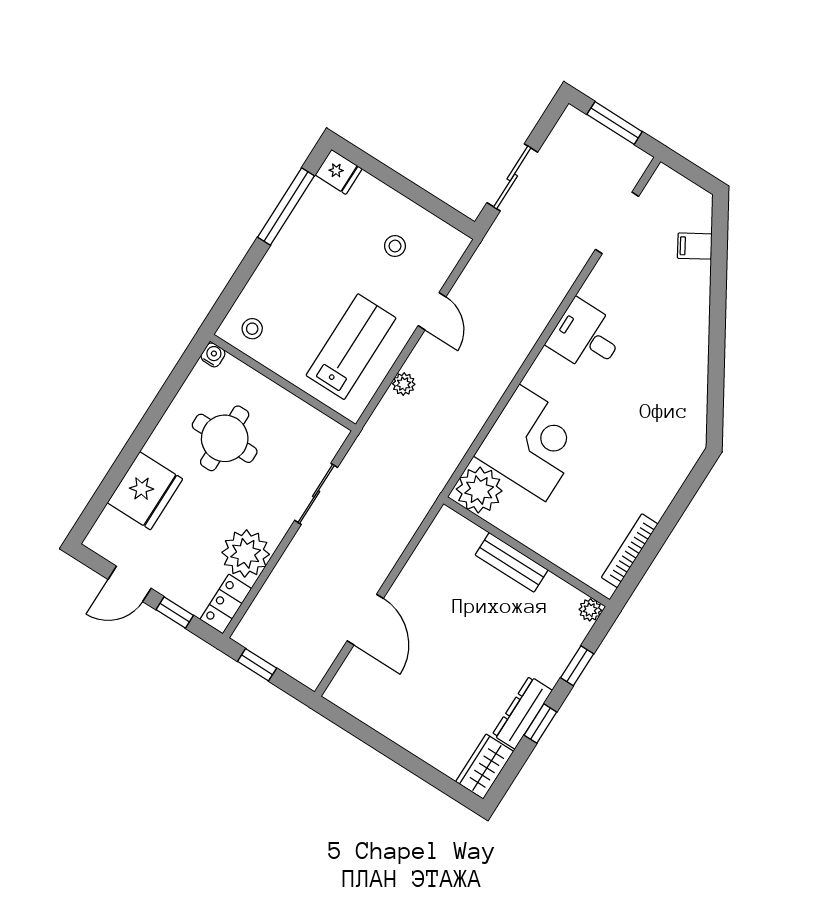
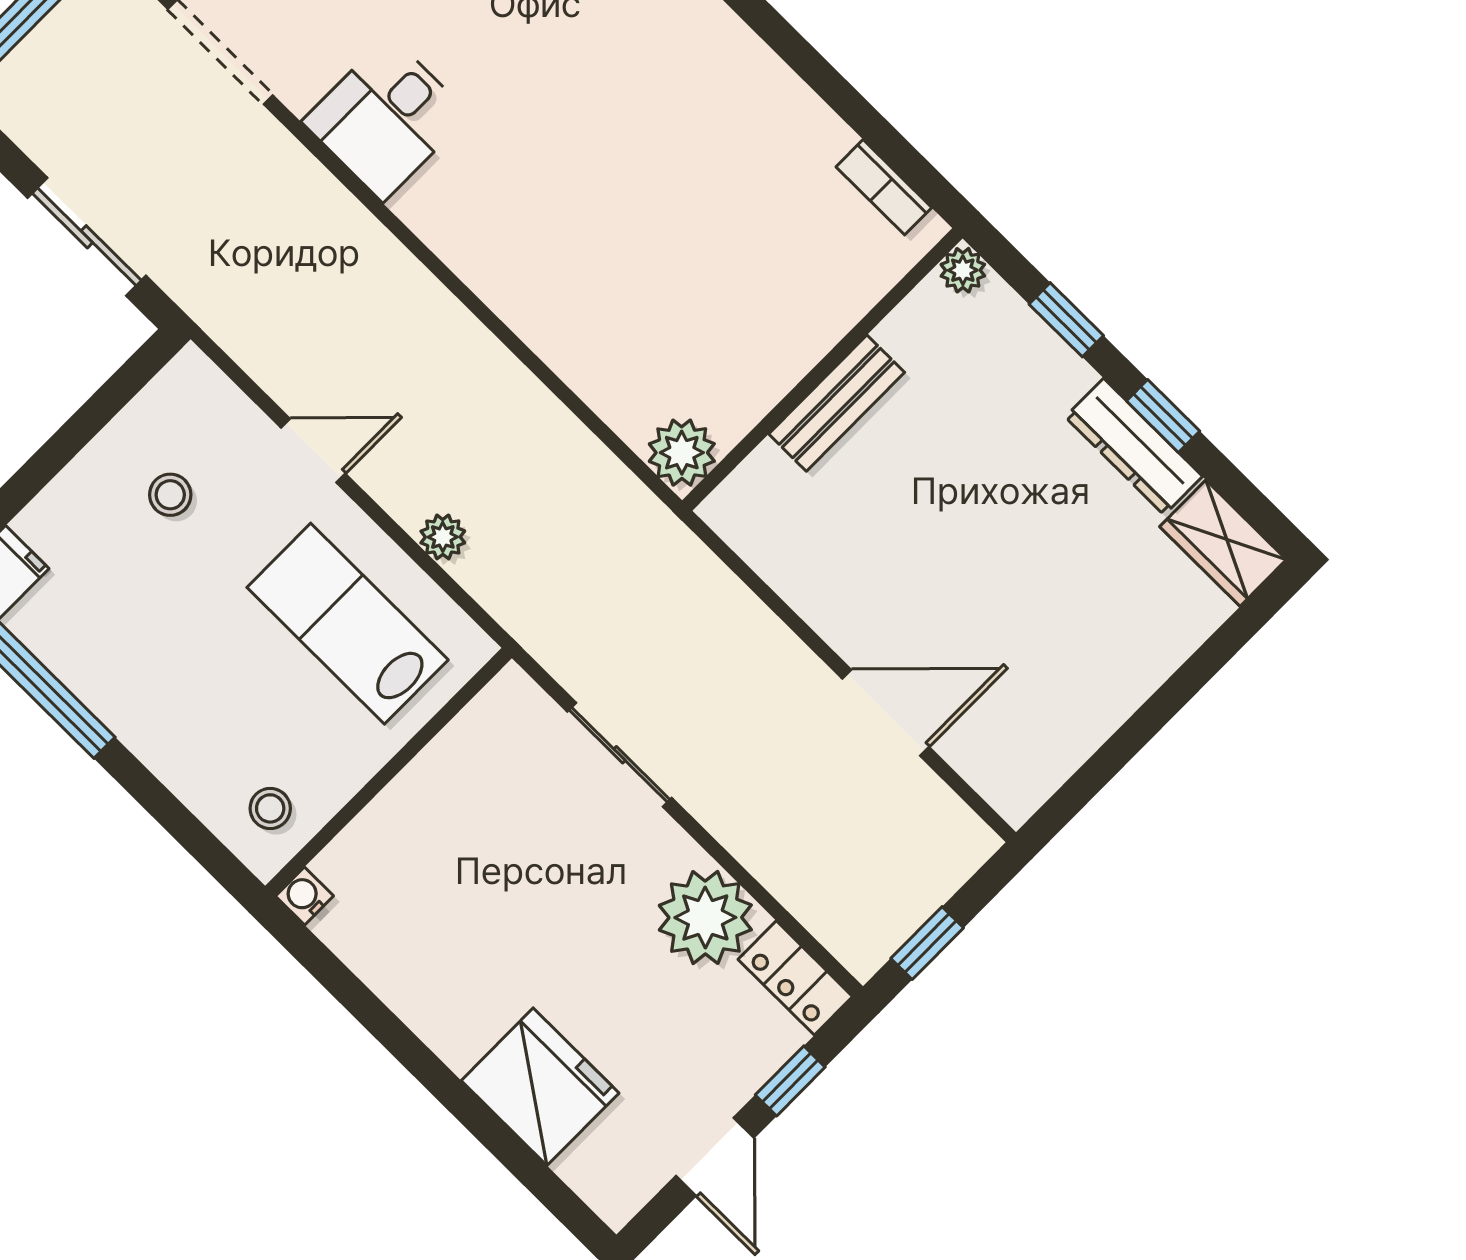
desk: (586, 337) -> (386, 118), moved
round table: (225, 438) -> (472, 909), removed
corner desk: (532, 443) -> (613, 311), removed
plant: (479, 490) -> (682, 453), width x0.73, depth x0.73
bookcase: (630, 551) -> (884, 187), width x0.64

